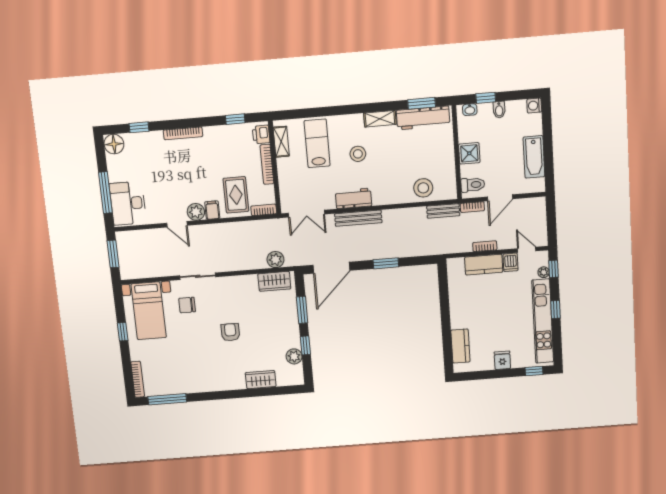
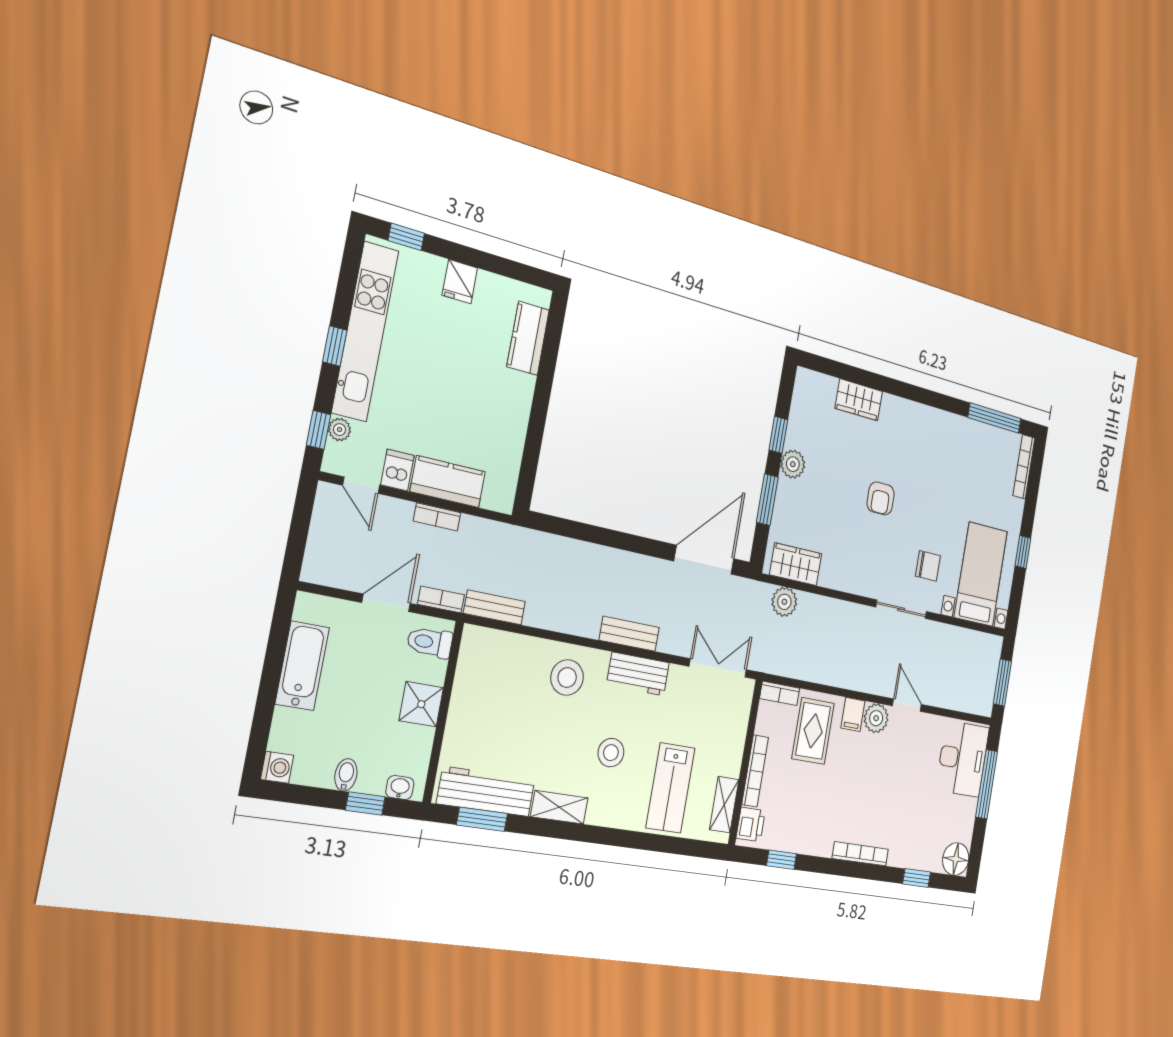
stool: (423, 188) -> (567, 677), moved
bench: (358, 218) -> (629, 634), width x0.73
window: (386, 263) -> (615, 539), removed
plant: (294, 356) -> (793, 464), moved

